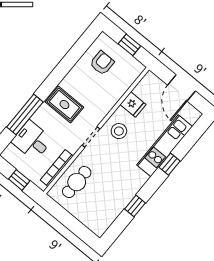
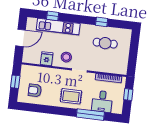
rug: (64, 105) -> (71, 96), turned 90
window: (170, 164) -> (53, 16), moved
cafe table: (77, 182) -> (105, 43), moved

